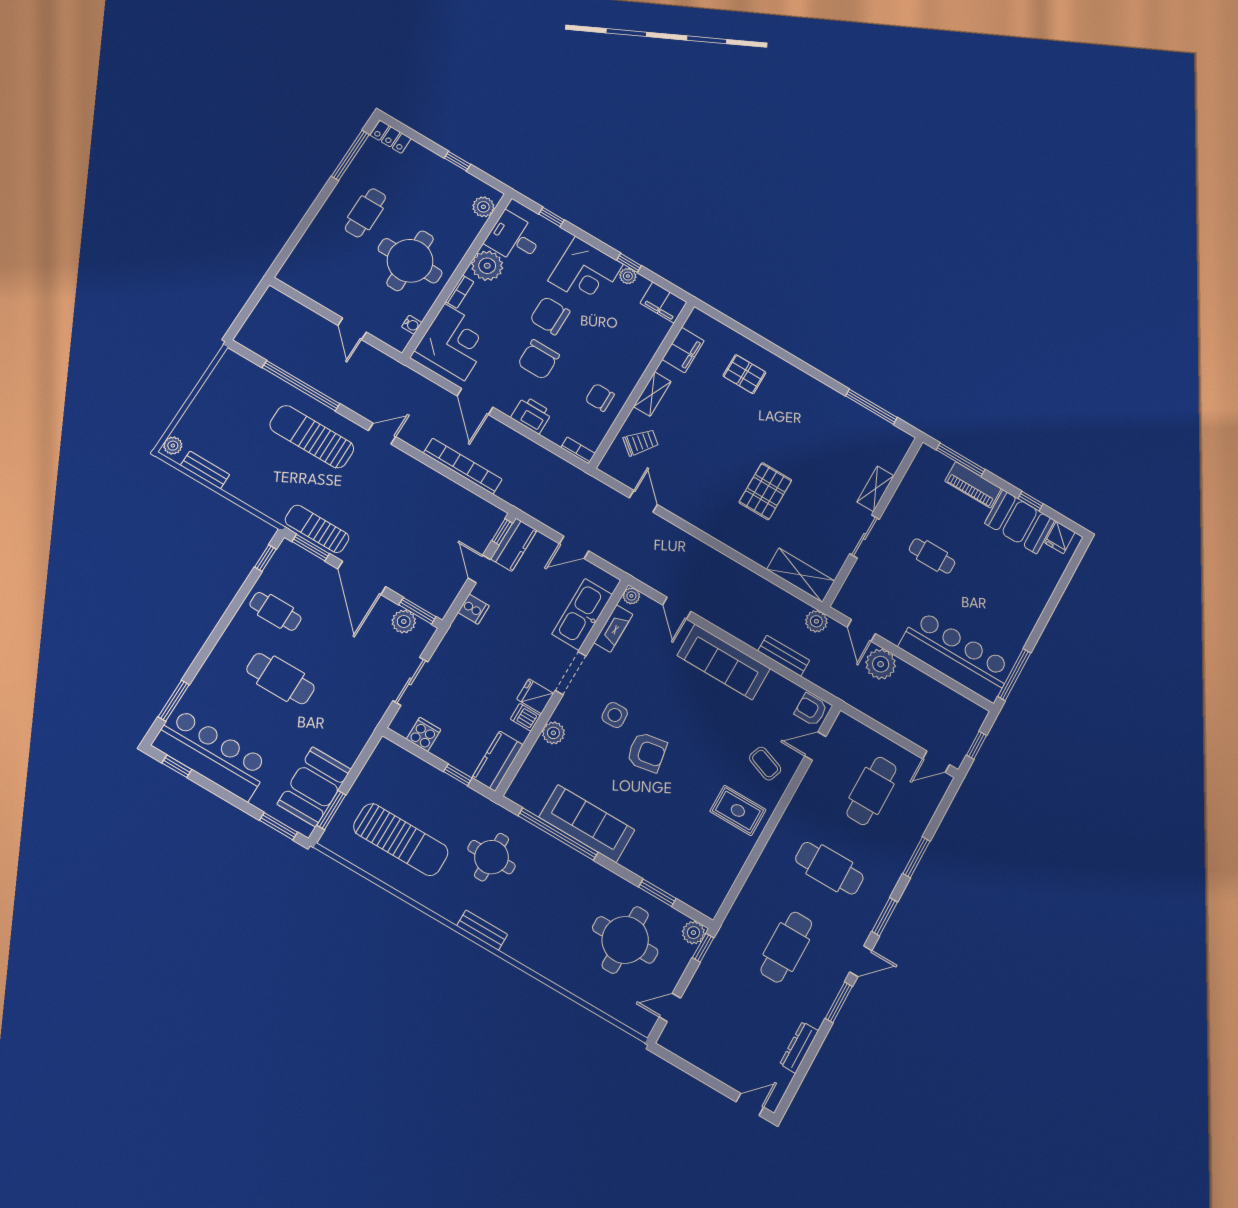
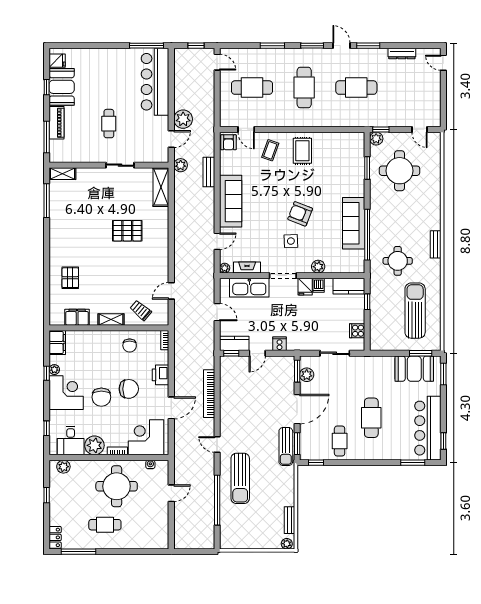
shelving: (875, 489) -> (62, 174), moved
armchair: (647, 752) -> (300, 214), turned -59

